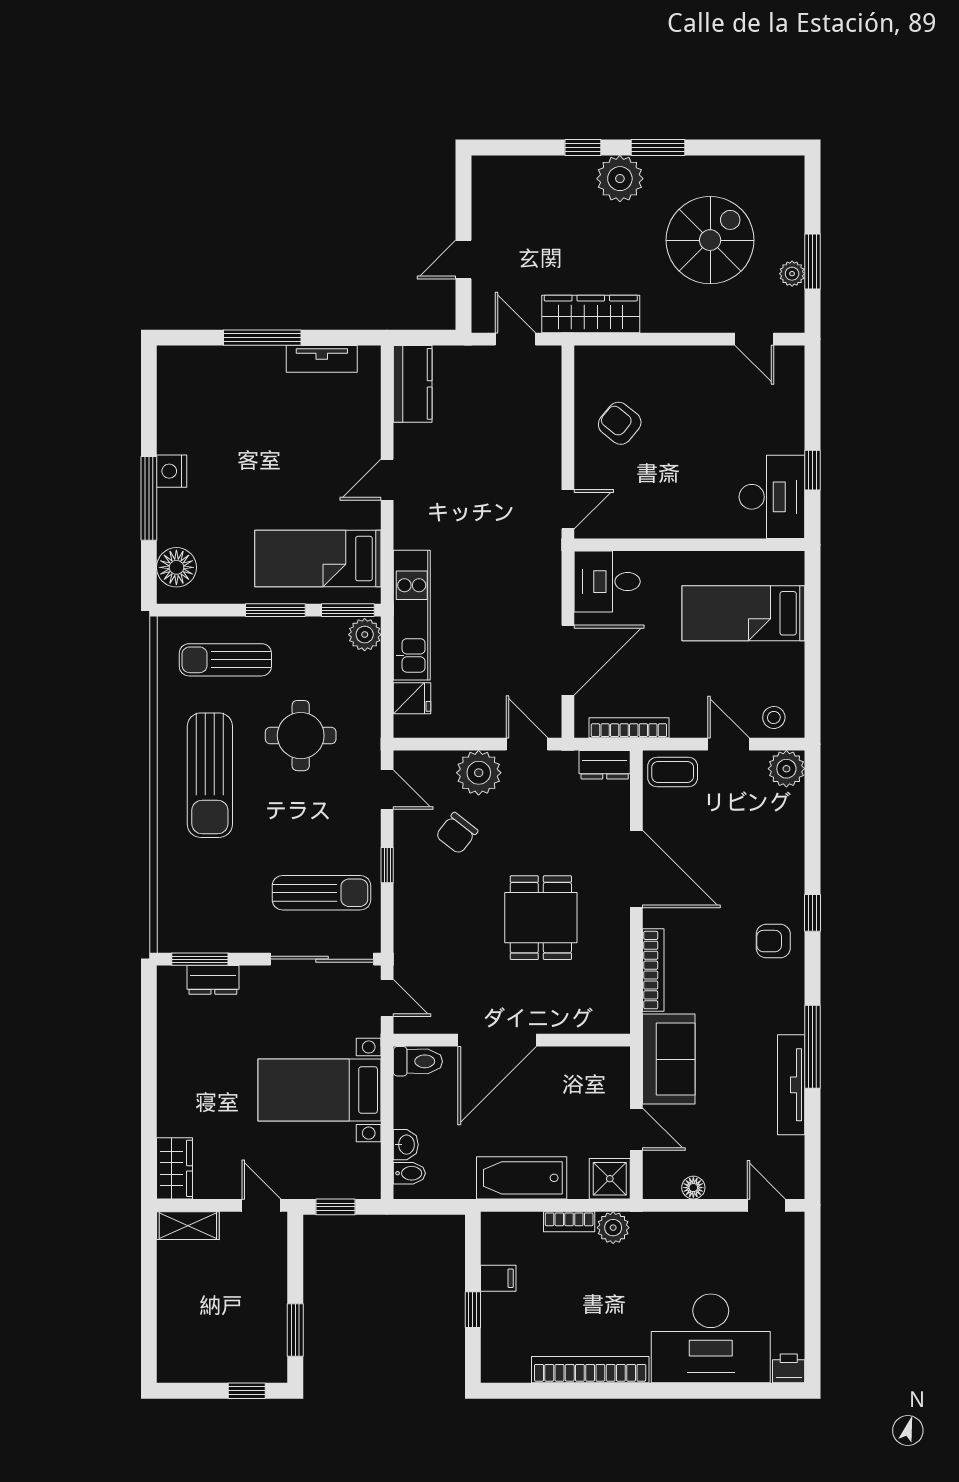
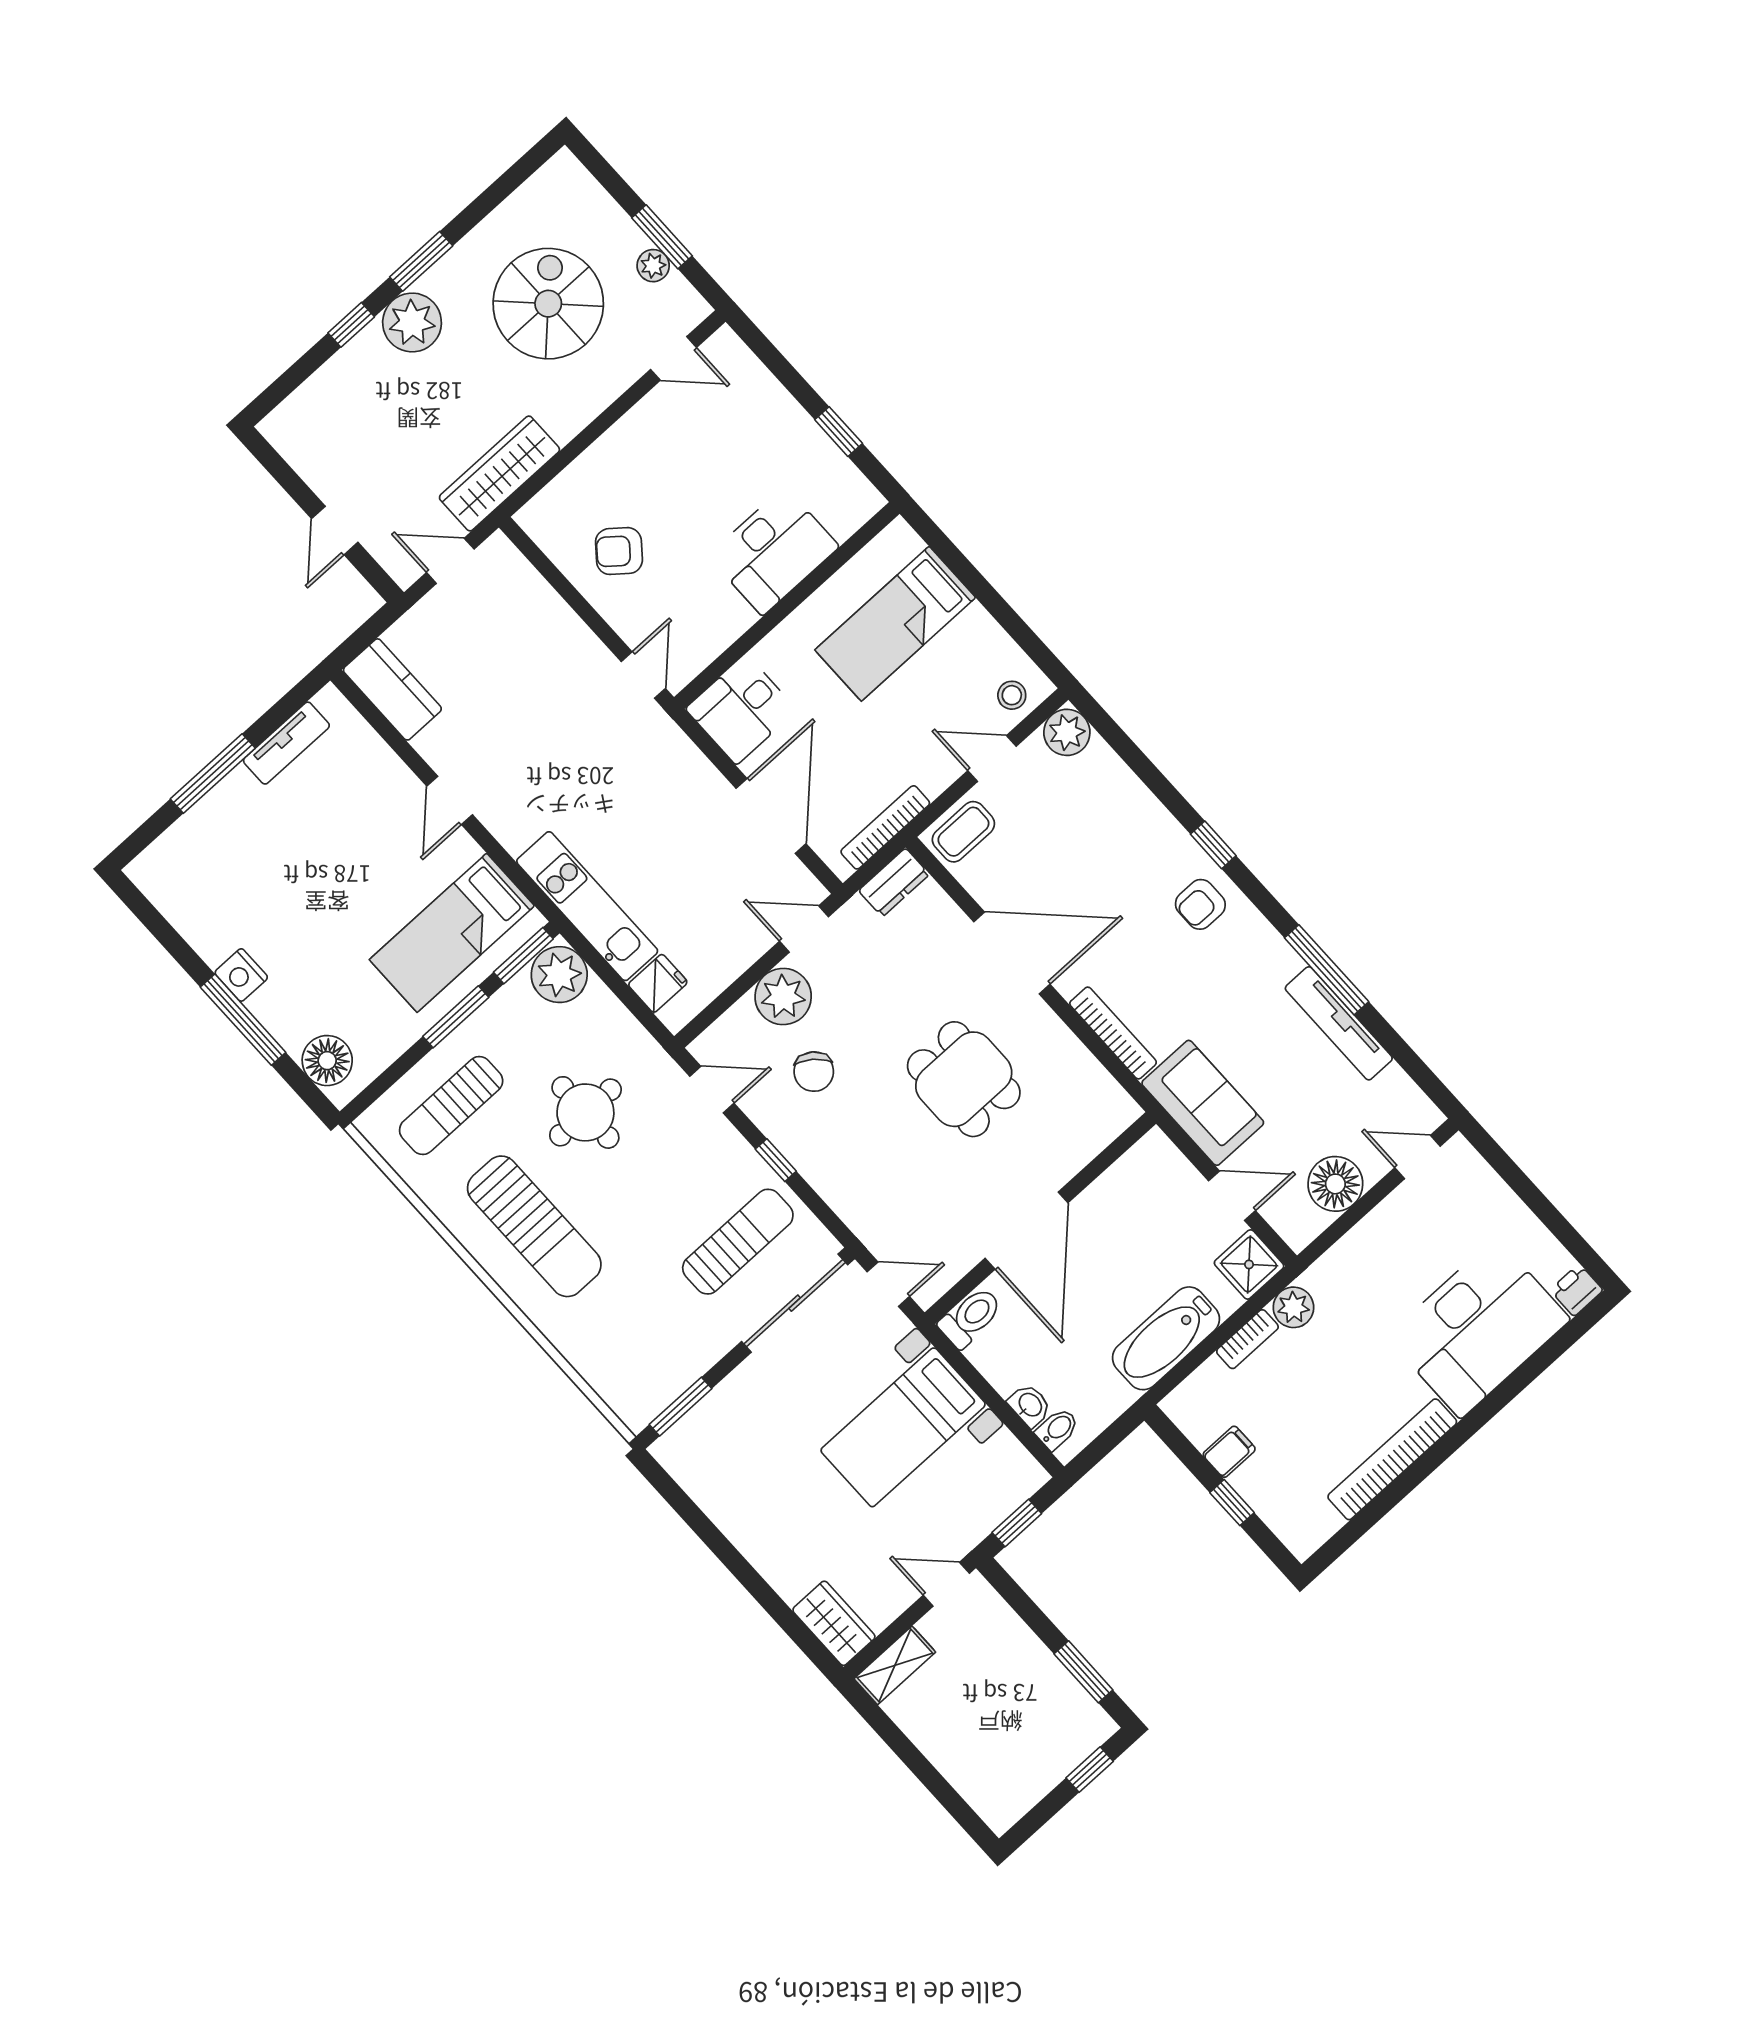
desk: (772, 497) -> (774, 551), moved, turned 90
plant: (365, 635) -> (559, 975), width x1.36, depth x1.36
dresser: (213, 980) -> (710, 1415), removed
floor lamp: (693, 1188) -> (1335, 1184), width x1.89, depth x1.89

